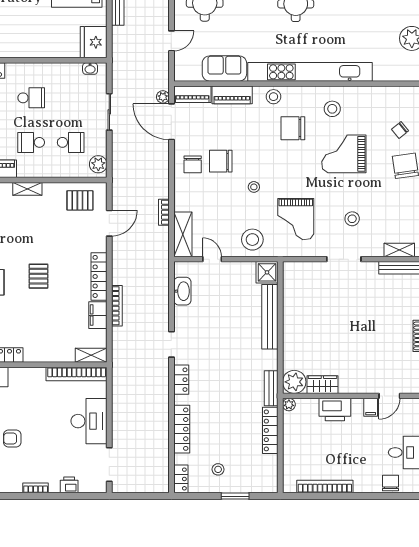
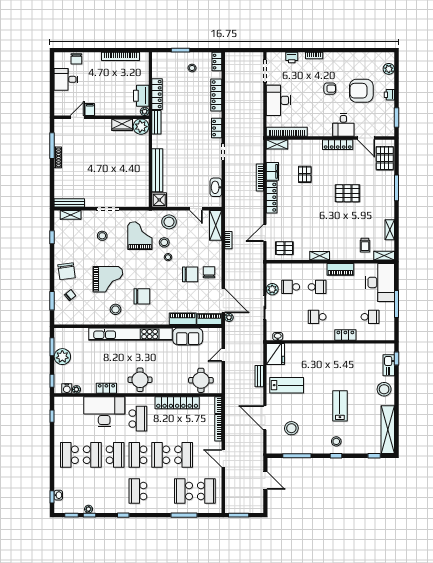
stool: (273, 97) -> (164, 242), moved
plant: (98, 164) -> (272, 289), moved
pallet: (38, 276) -> (305, 174), moved
printer: (335, 410) -> (141, 96), moved, turned -90

